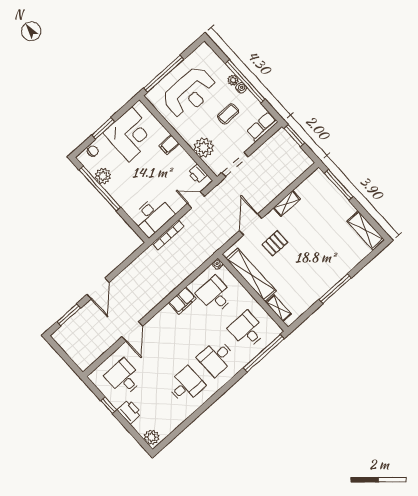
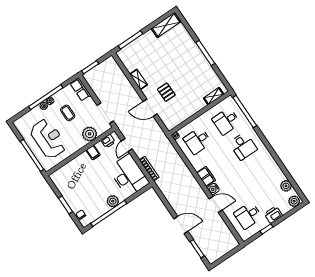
corner desk: (130, 134) -> (72, 186), removed
filing cabinet: (169, 145) -> (93, 153), moved
plant: (103, 176) -> (113, 201), moved
desk: (153, 216) -> (129, 176), width x1.36, depth x1.30
shelving: (251, 275) -> (187, 112), removed
filing cabinet: (182, 301) -> (206, 176), moved
water cooler: (153, 325) -> (213, 189), added
desk: (186, 385) -> (260, 171), removed
plant: (171, 423) -> (286, 186), added

